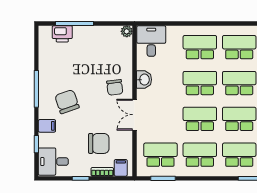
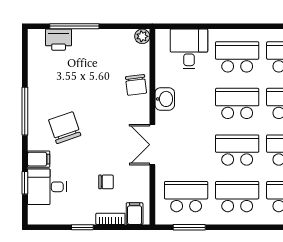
desk: (151, 41) -> (189, 49), moved
chair: (115, 87) -> (136, 85), moved
chair: (99, 143) -> (106, 182), width x0.54, depth x0.54
desk: (53, 162) -> (47, 187), moved

